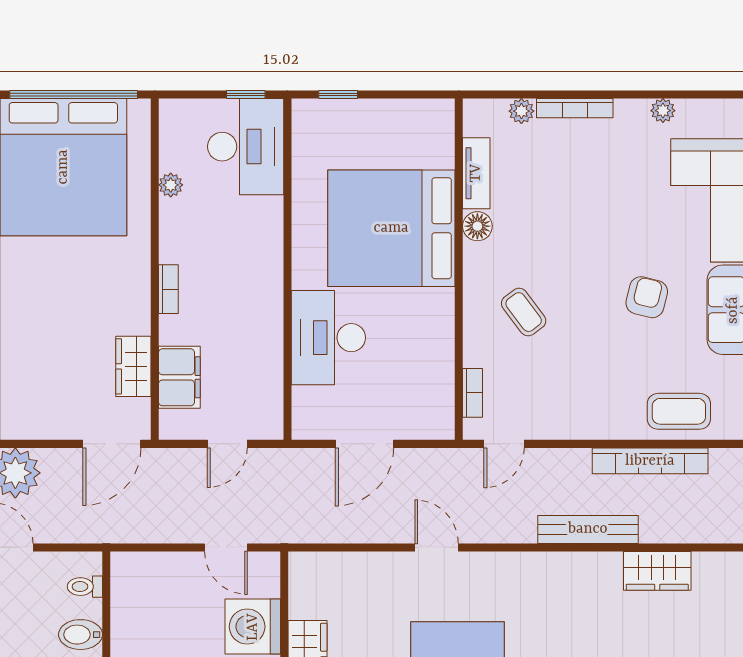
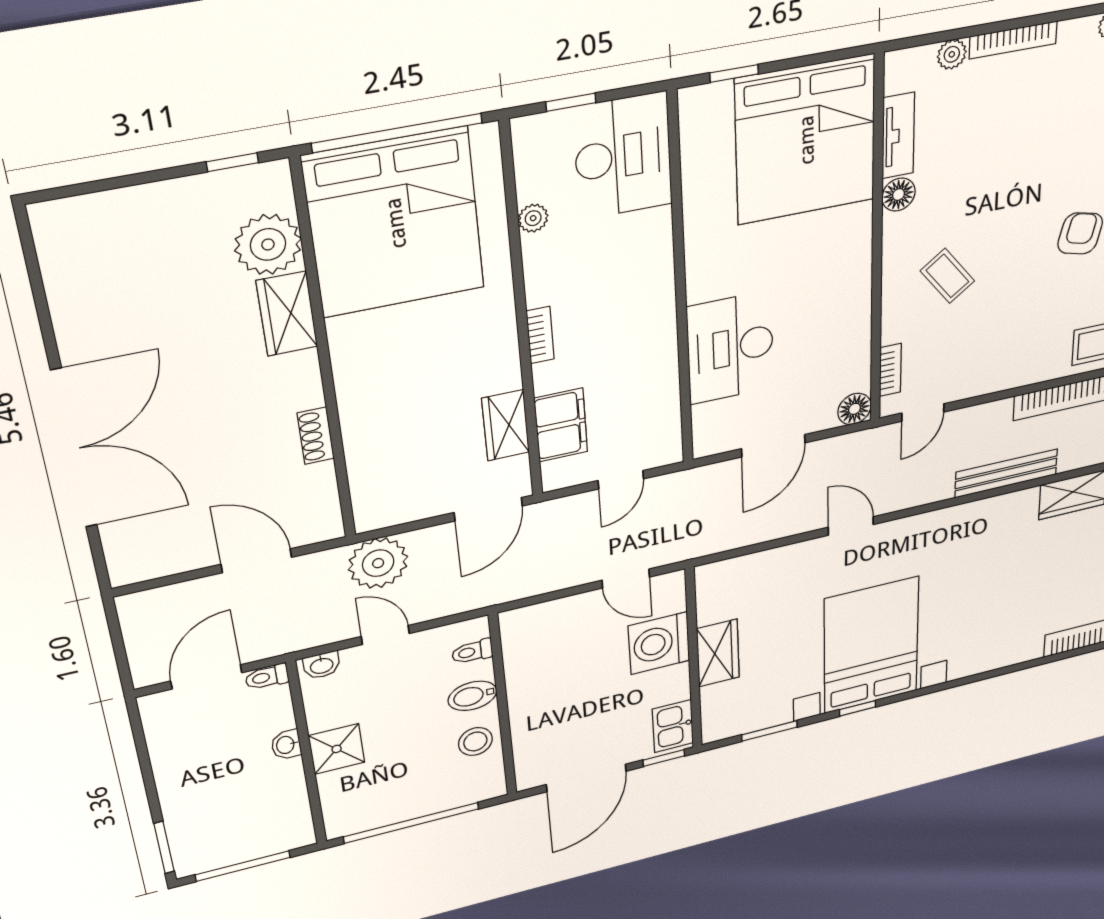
window: (246, 94) -> (571, 102), moved
bed: (391, 228) -> (806, 140), moved, turned -90
floor lamp: (440, 425) -> (855, 409), added

